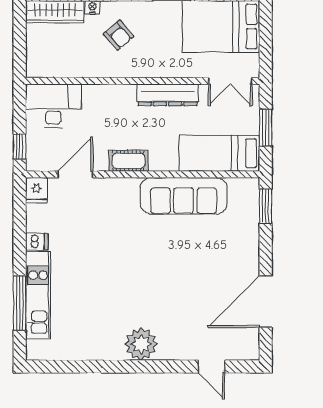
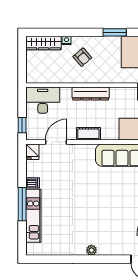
dresser: (168, 95) -> (91, 94), moved
window: (20, 303) -> (22, 204), moved
plant: (141, 344) -> (91, 250), width x0.53, depth x0.53

